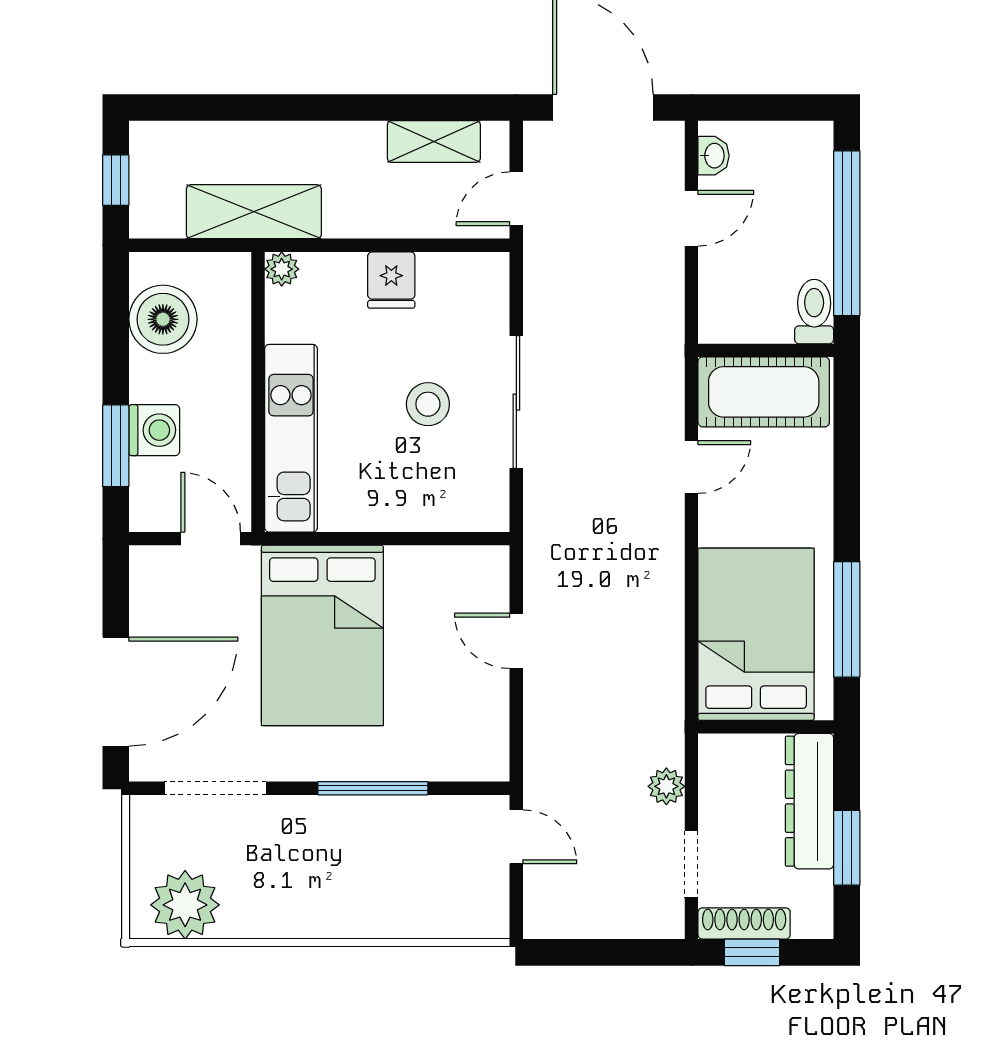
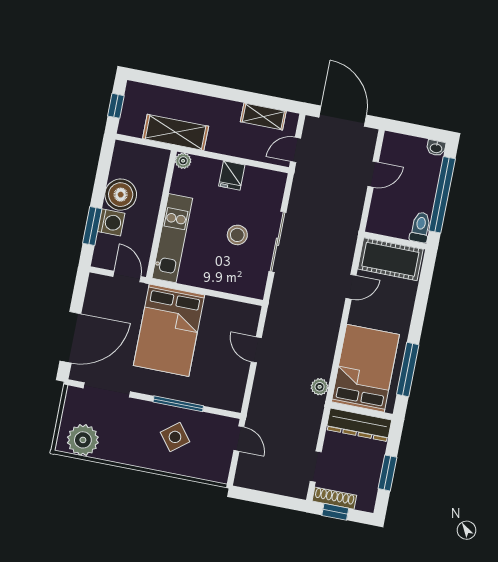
washbasin: (714, 156) -> (436, 148), moved, turned 90
boiler: (163, 319) -> (121, 195), moved
plant: (666, 786) -> (320, 387), moved
dresser: (810, 801) -> (359, 425), moved, turned -90
side table: (380, 860) -> (175, 437), added

